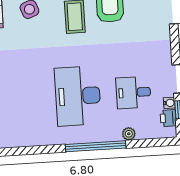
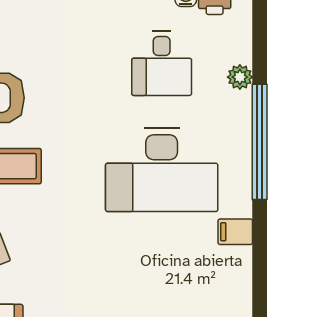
filing cabinet: (48, 136) -> (235, 232), added

